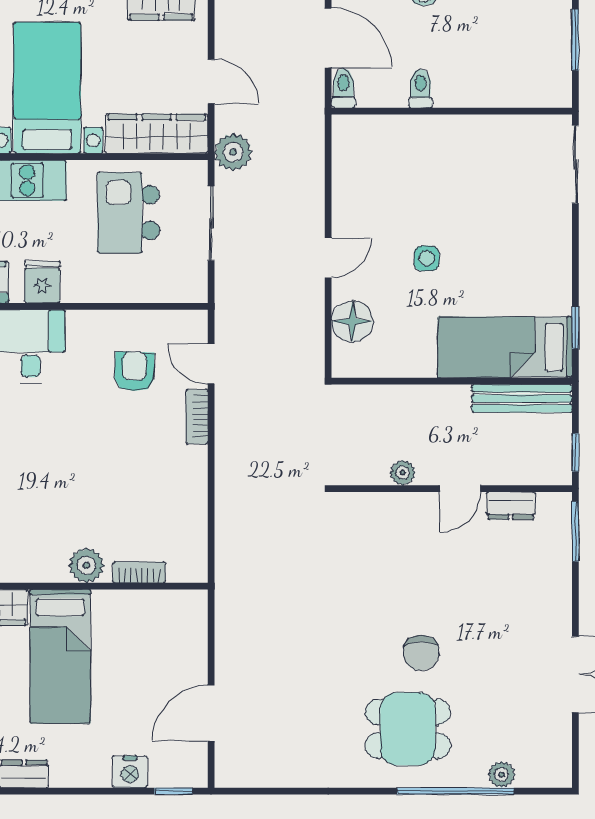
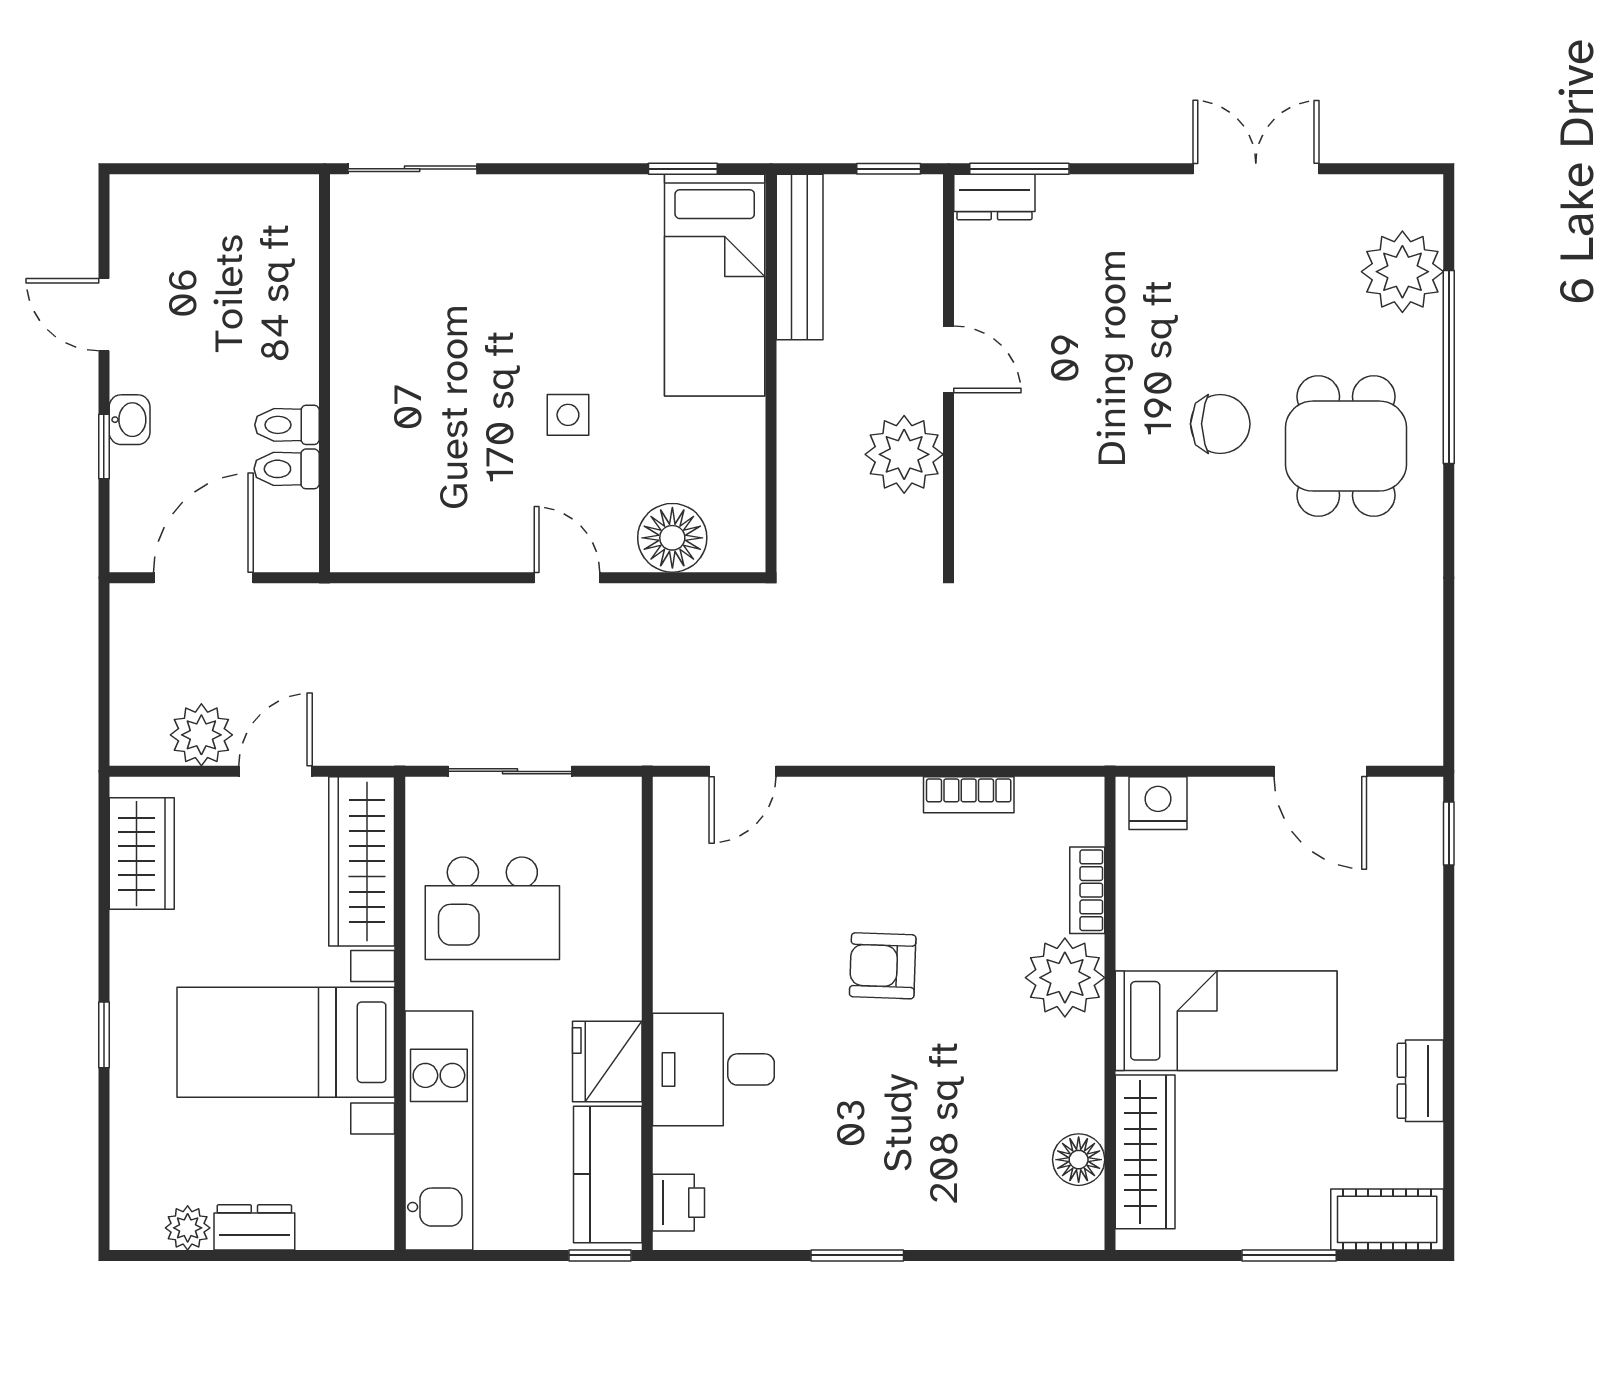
window: (575, 40) -> (206, 169), removed
toilet: (344, 88) -> (287, 469), moved
plant: (233, 152) -> (201, 735), moved
fridge: (42, 282) -> (607, 1062), width x1.38
armchair: (134, 371) -> (883, 966), moved
bookcase: (197, 417) -> (969, 795), moved
plant: (403, 473) -> (904, 454), width x1.88, depth x1.88
dresser: (511, 506) -> (994, 197), moved, turned 90
plant: (86, 565) -> (1065, 978), width x1.36, depth x1.36
nightstand: (130, 772) -> (1158, 803), moved, turned -90
plant: (502, 775) -> (1402, 272), width x1.88, depth x1.88

